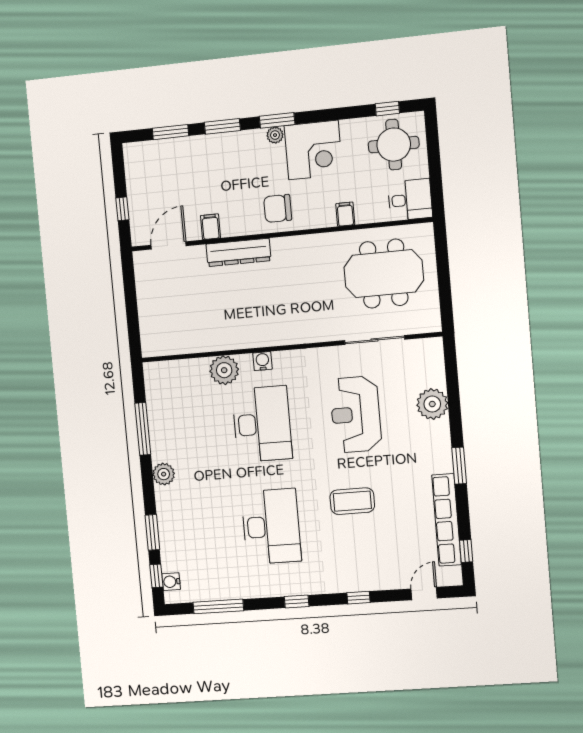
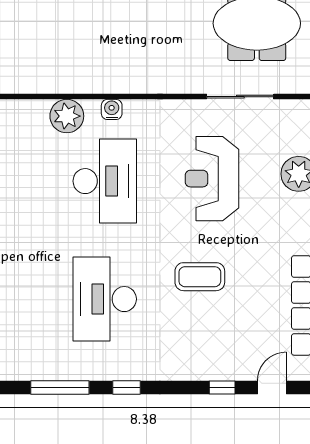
desk: (271, 526) -> (105, 299), turned 180
window: (358, 598) -> (222, 387), moved
window: (218, 607) -> (60, 387), moved

